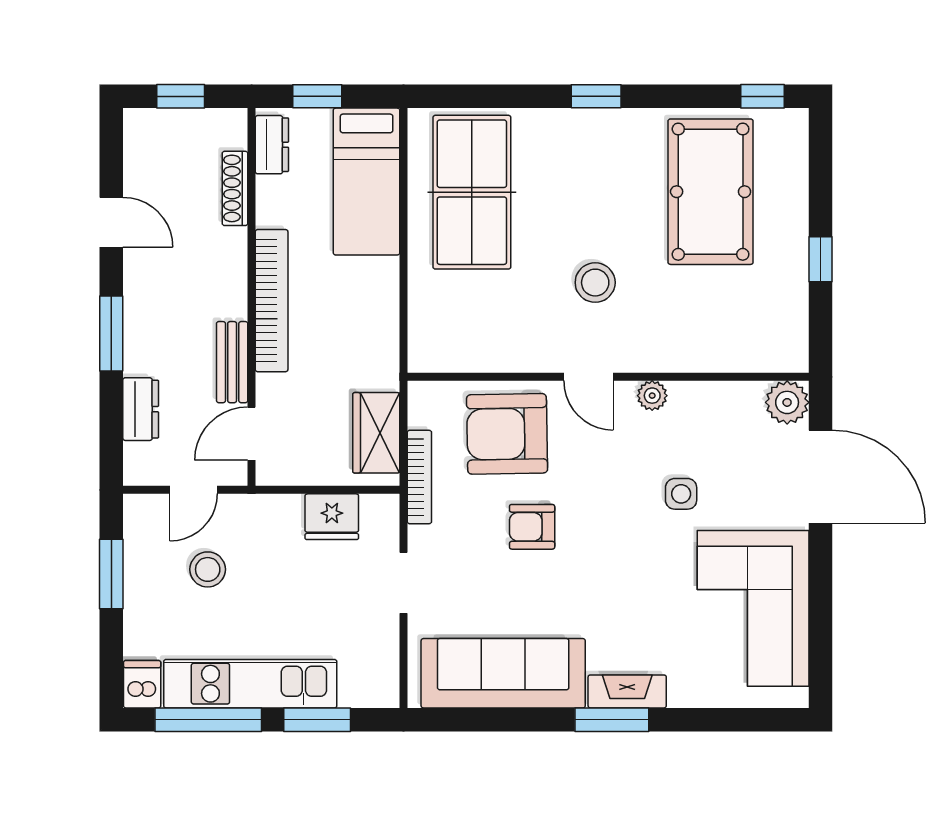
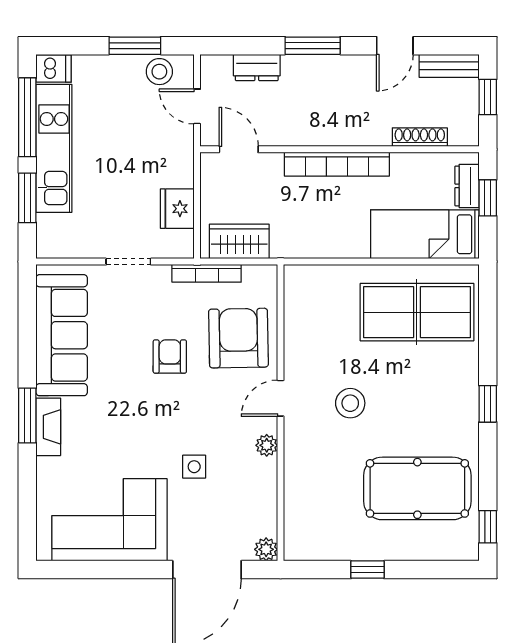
dresser: (272, 145) -> (467, 186), moved, turned 90
bench: (232, 362) -> (449, 66), moved
plant: (787, 402) -> (266, 549), width x0.73, depth x0.73
stool: (208, 569) -> (159, 72), moved

